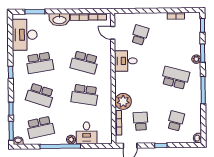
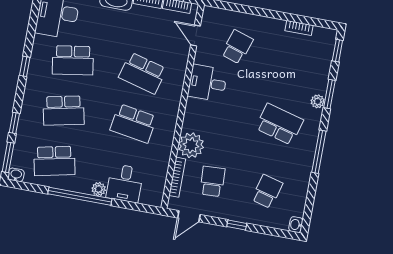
school desk: (40, 95) -> (64, 111), turned -30

